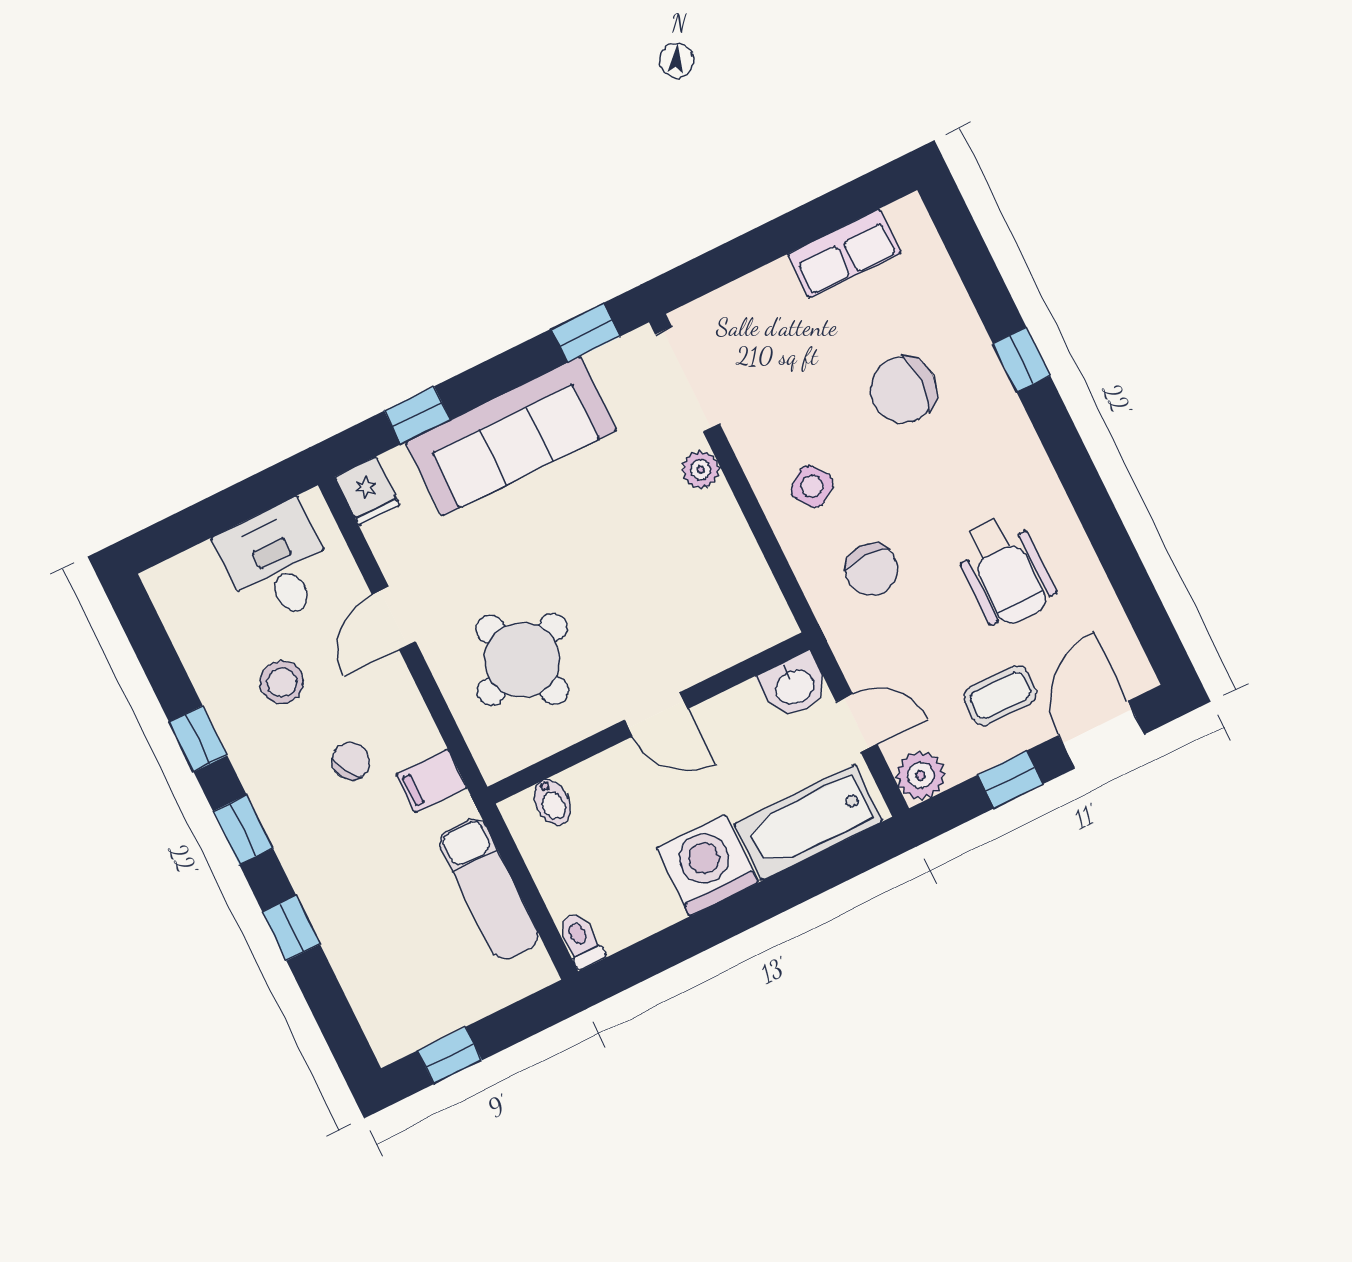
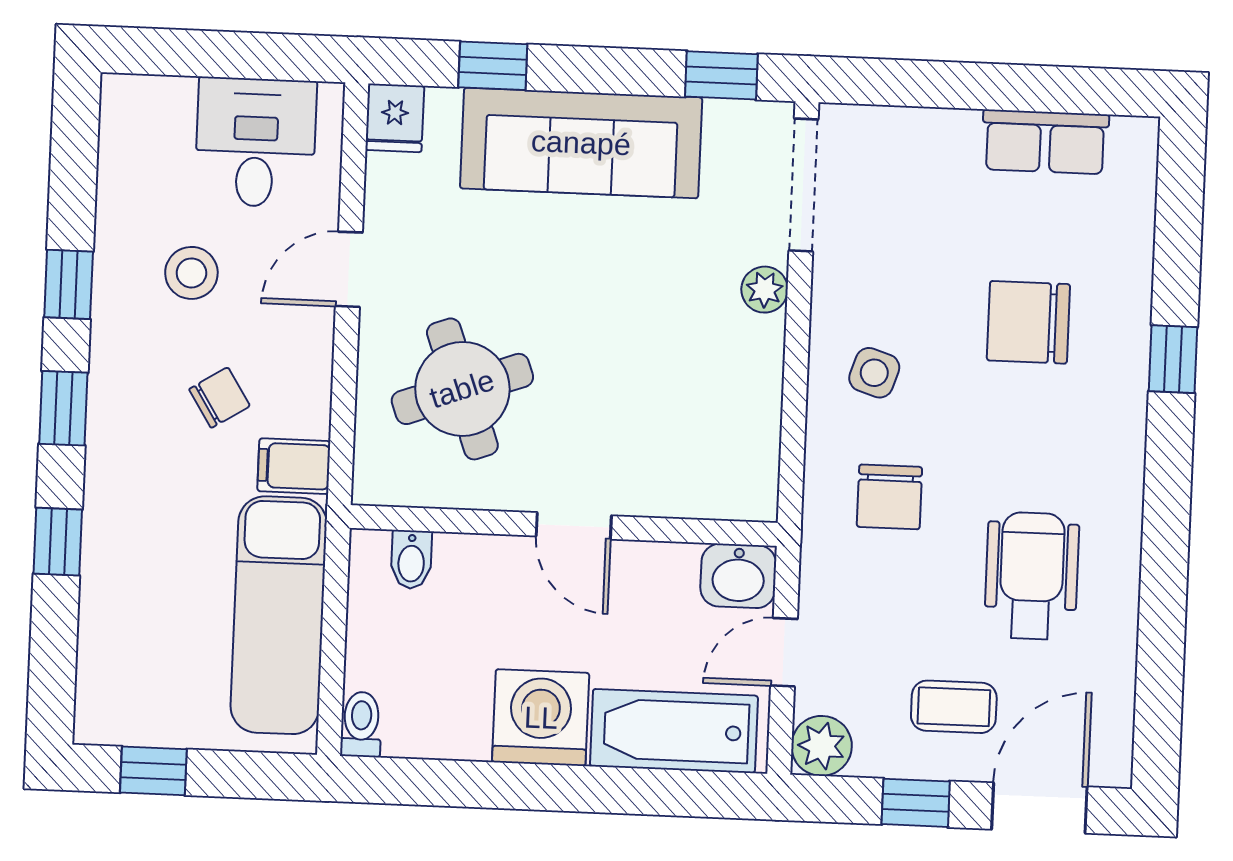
side table: (812, 486) -> (874, 373), turned -36
wheelchair: (1005, 571) -> (1032, 576), turned 180
door: (857, 723) -> (784, 652), swing flipped
exam couch: (489, 889) -> (279, 615), width x1.36, depth x1.45

